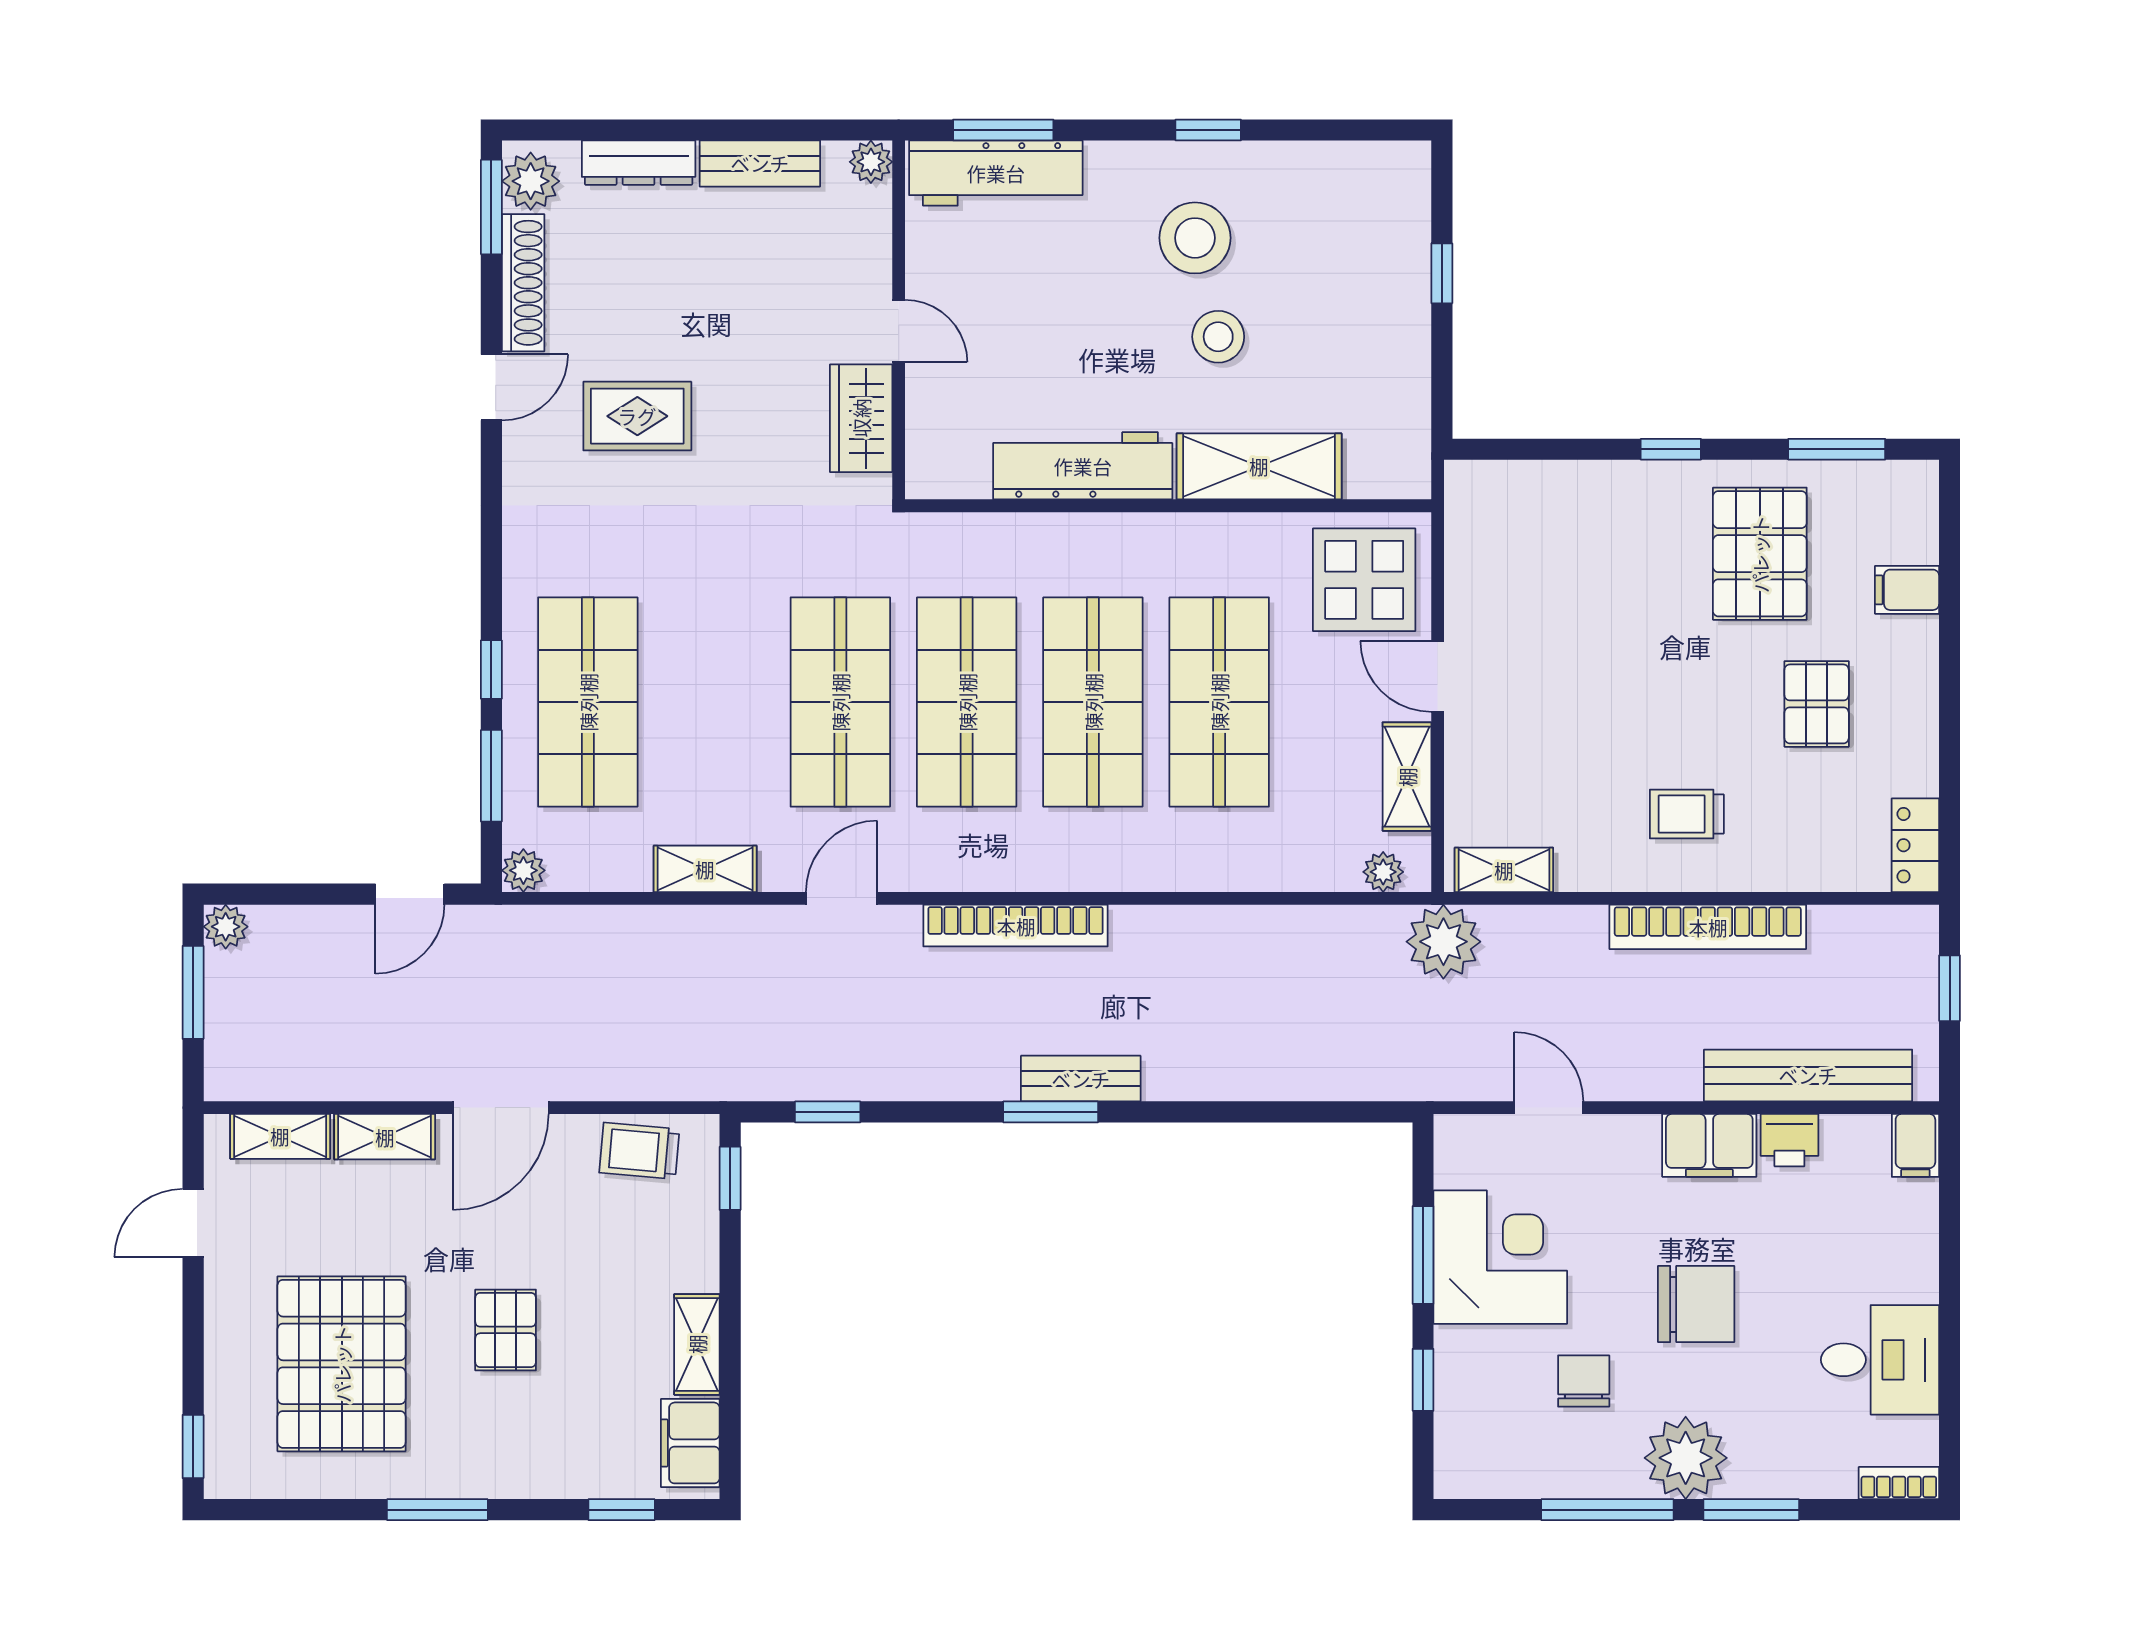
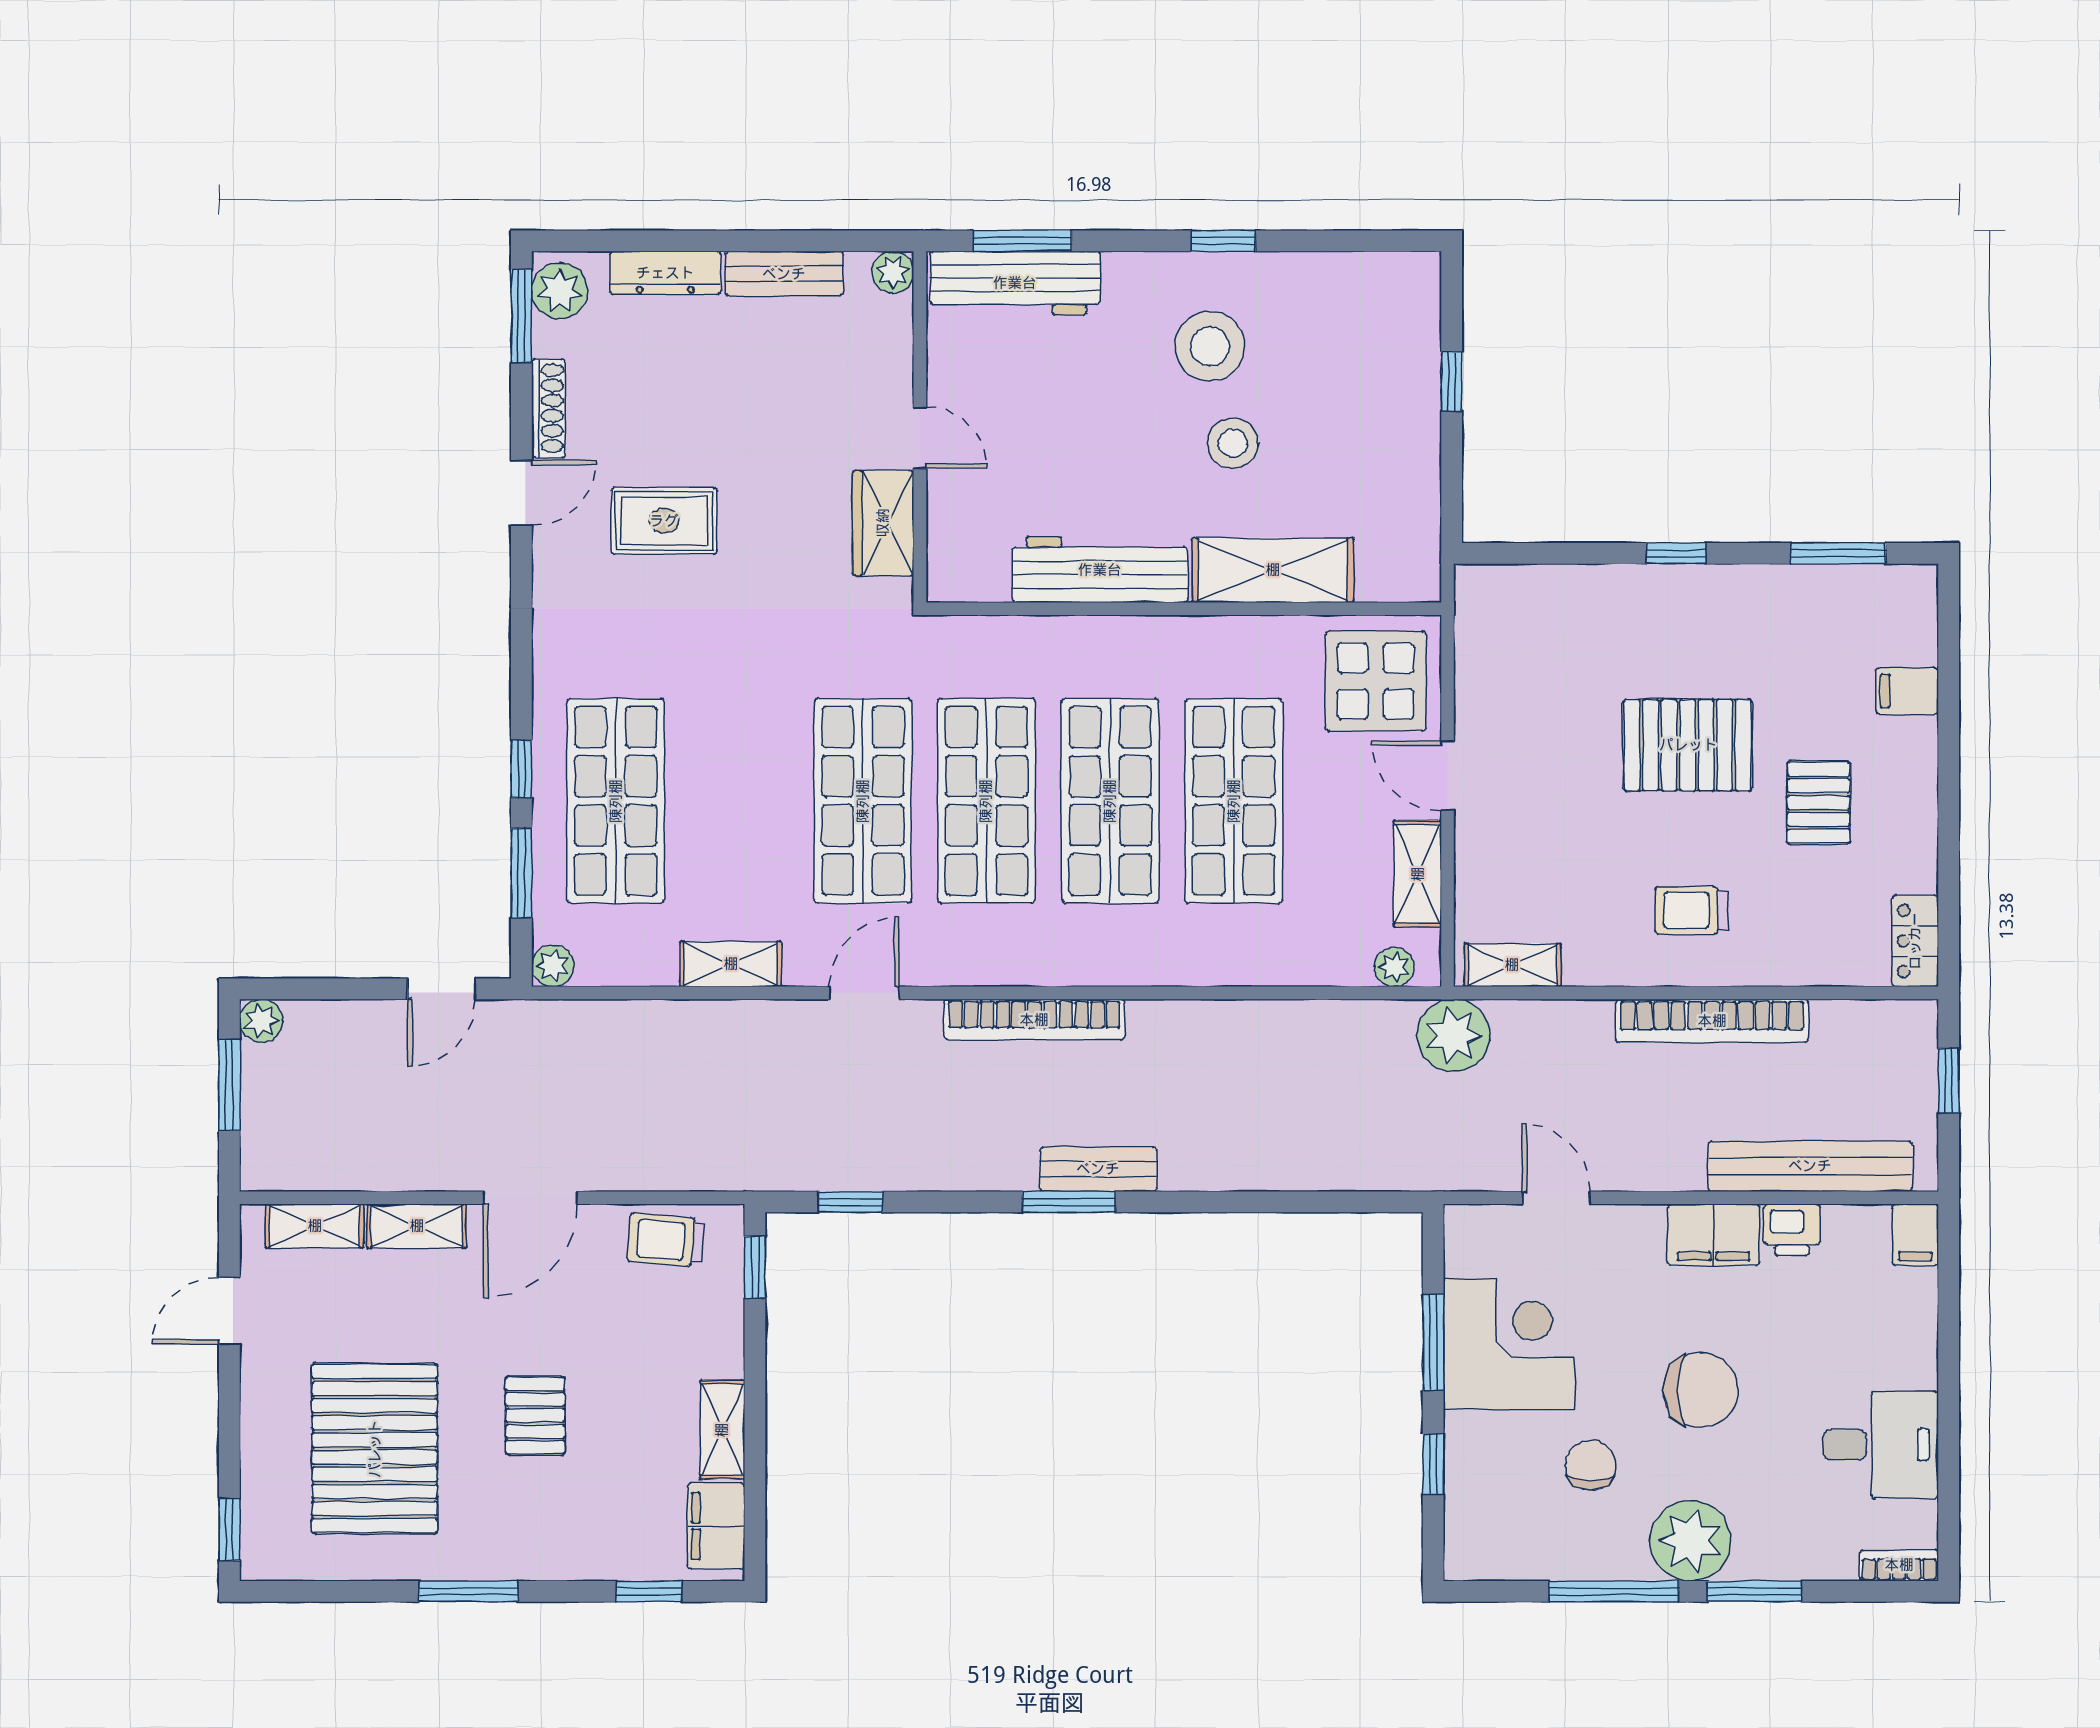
shoe rack: (523, 283) -> (548, 408), width x0.74, depth x0.81
pallet: (1760, 554) -> (1688, 745), moved, turned 90

